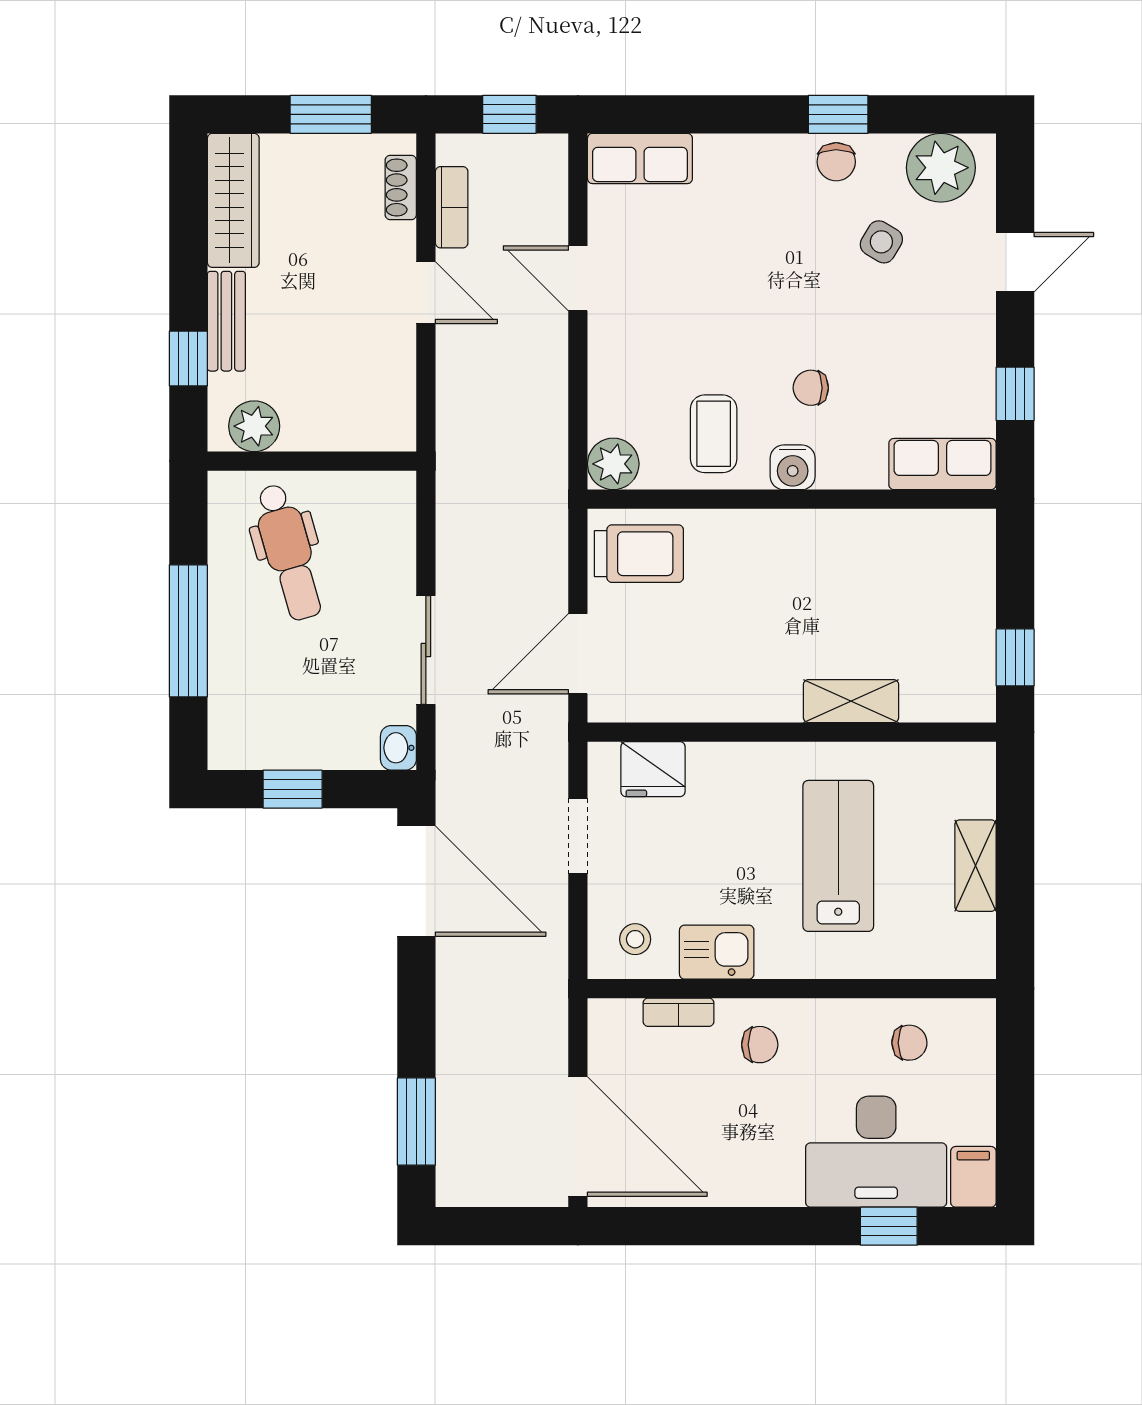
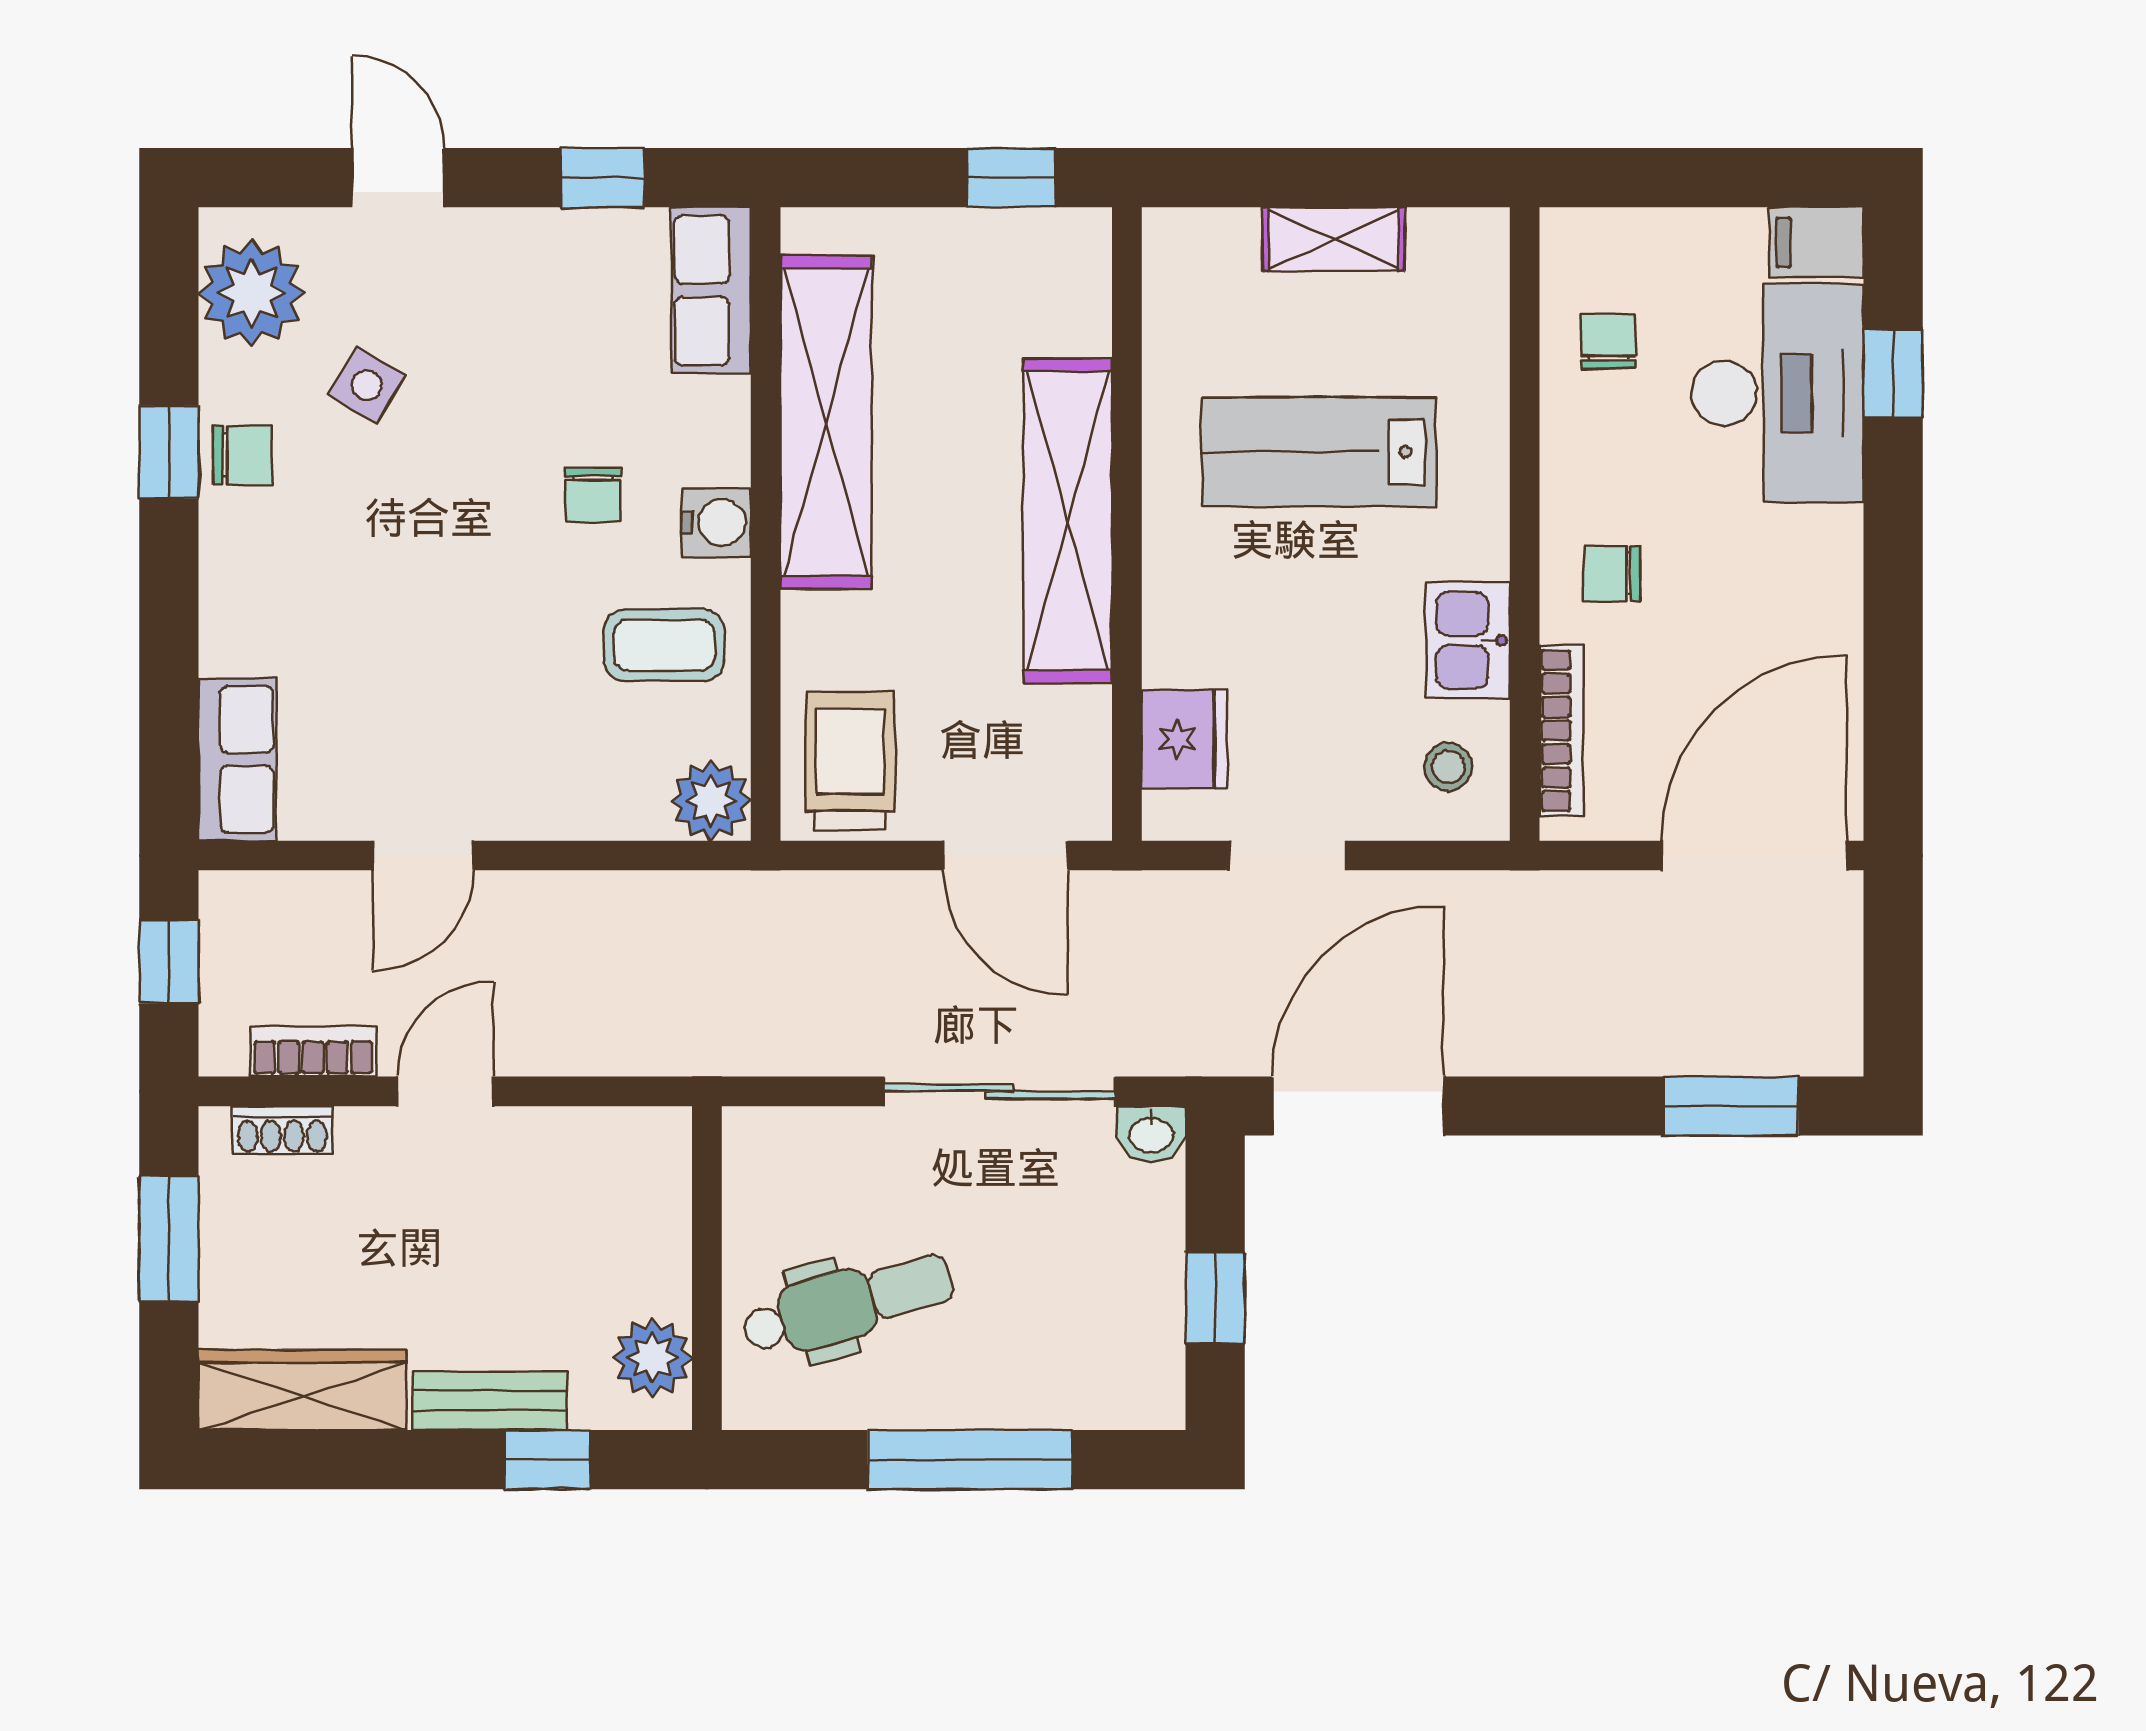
shelving: (857, 538) -> (826, 422), added
sliding door: (426, 650) -> (1000, 1091), width x1.37
shelving: (851, 701) -> (1068, 521), width x2.20, depth x1.33
bookcase: (678, 1012) -> (1561, 731), width x1.56
chair: (760, 1045) -> (1611, 574), turned -90

